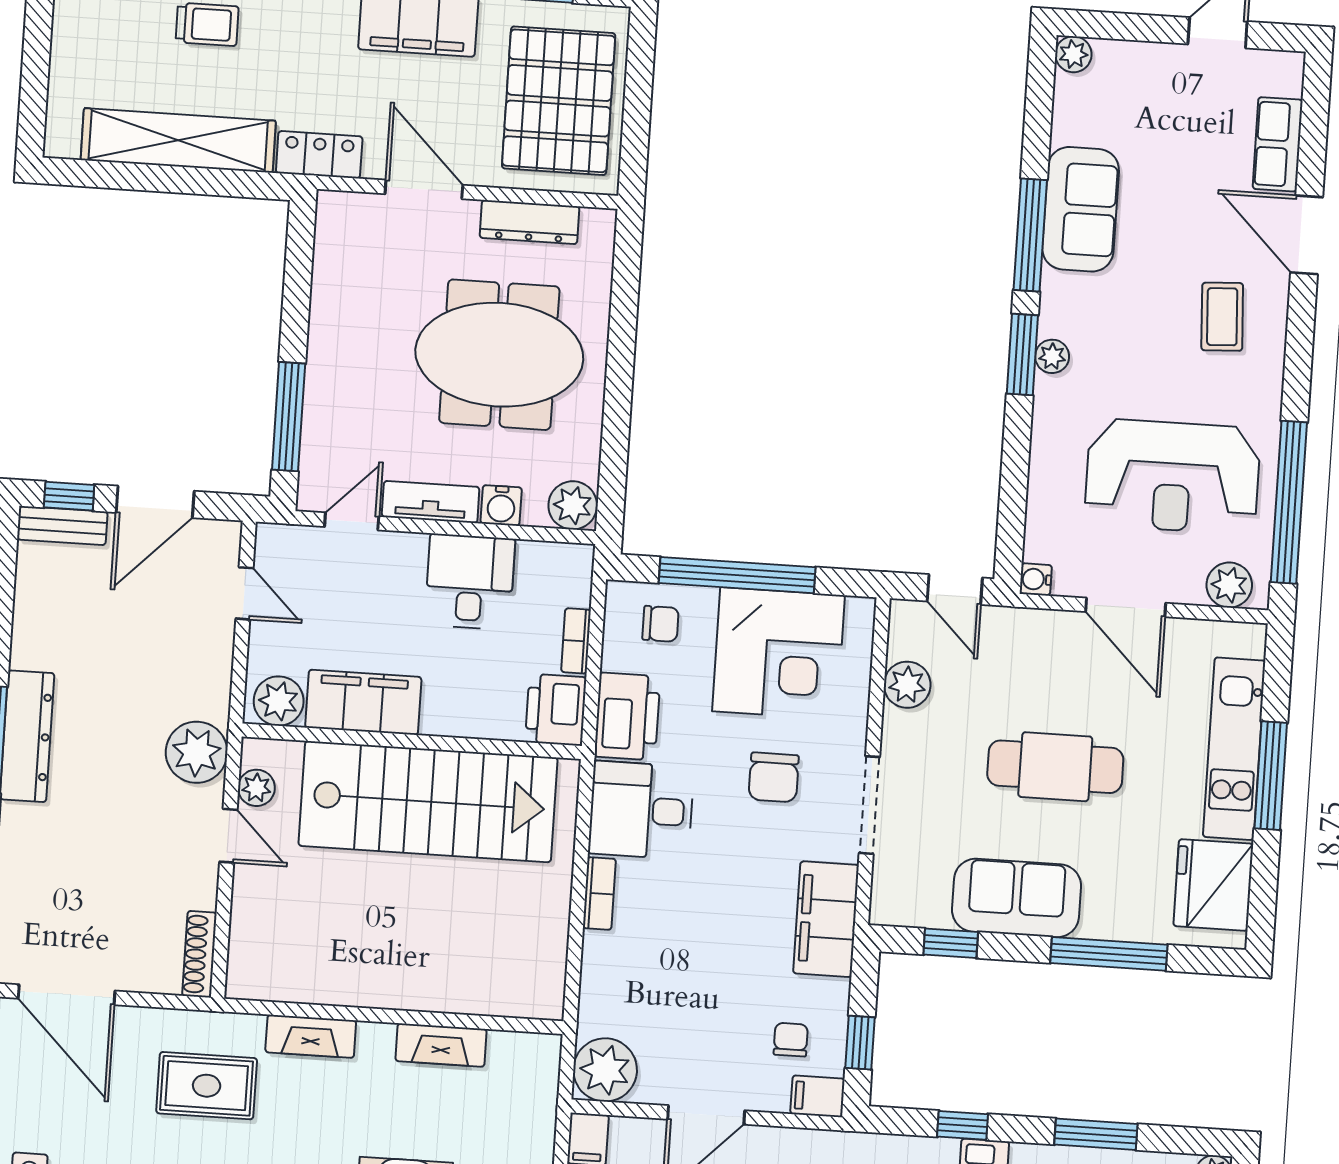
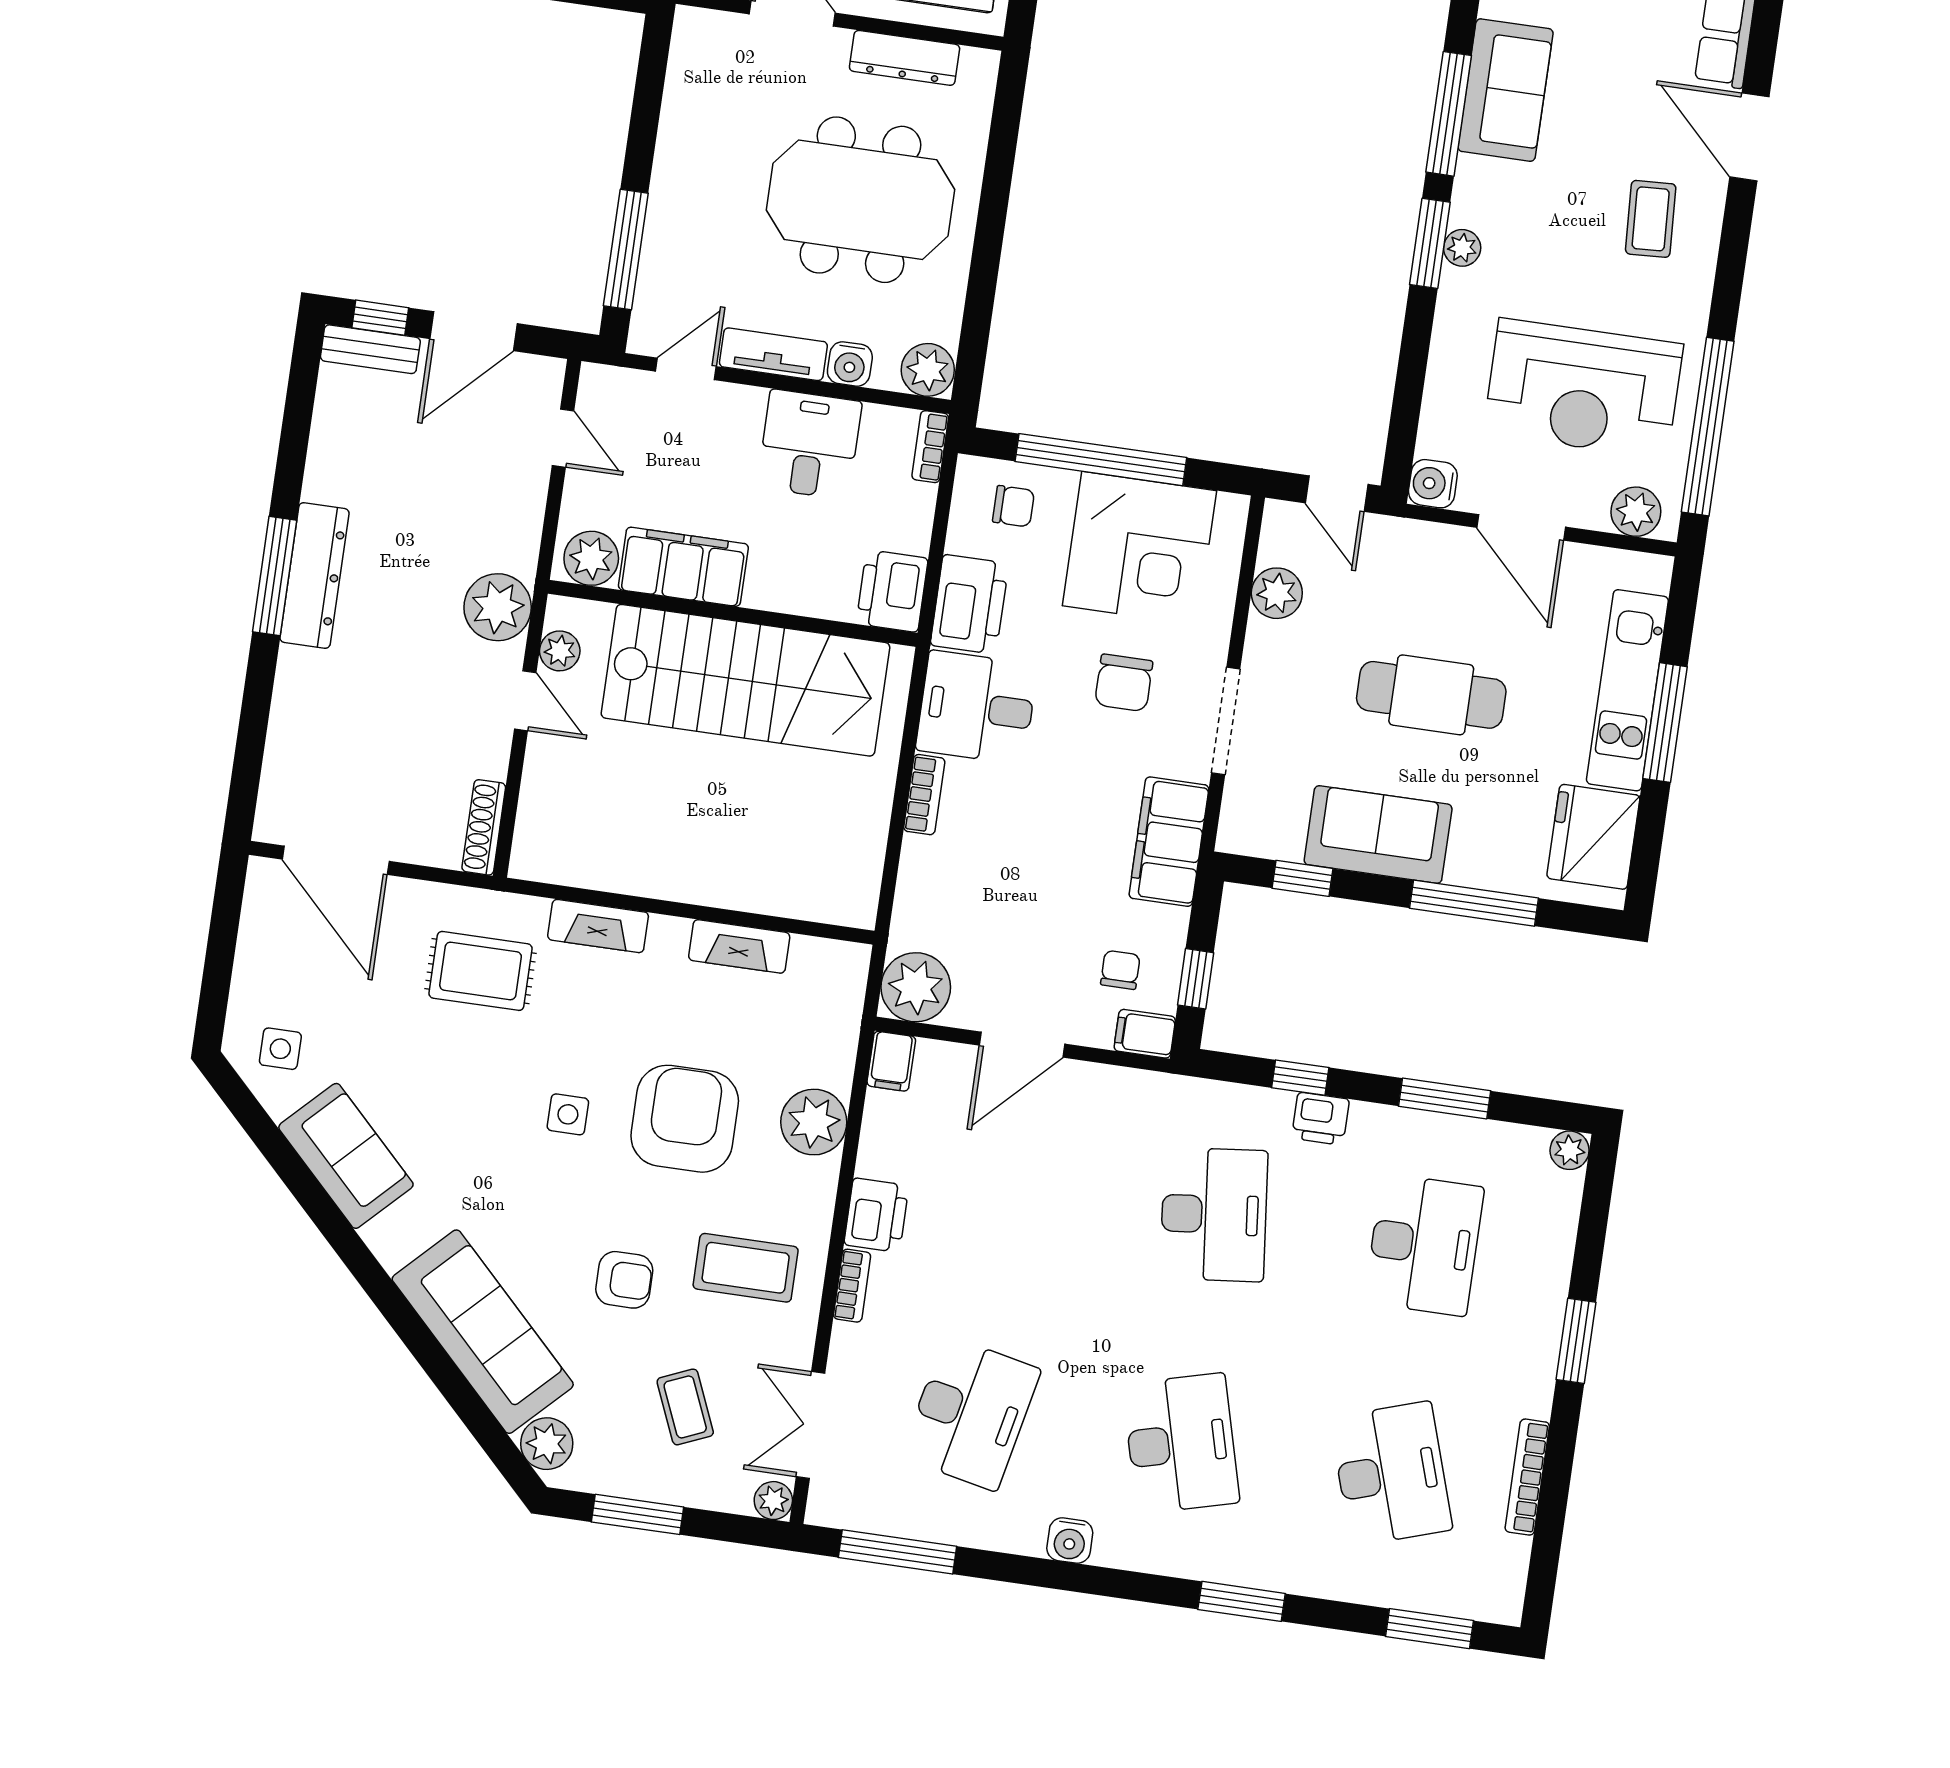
water cooler: (1036, 579) -> (1433, 484), width x1.38, depth x1.38
bookcase: (576, 641) -> (930, 447), moved

